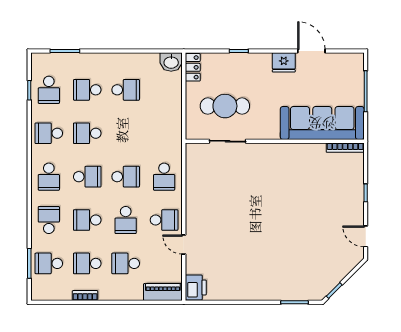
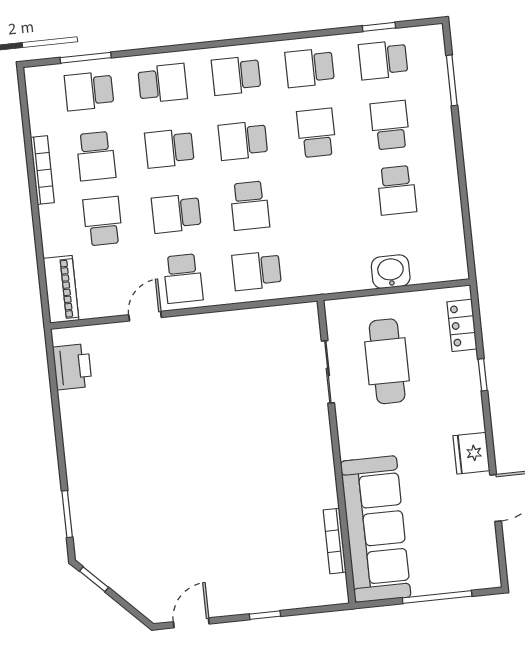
washbasin: (171, 62) -> (391, 272), moved, turned 90
locker: (193, 67) -> (462, 325), moved, turned 90
school desk: (49, 133) -> (310, 68), turned -90
bookcase: (345, 148) -> (335, 541), moved
school desk: (87, 177) -> (243, 141), turned 90
school desk: (87, 220) -> (169, 148), turned -90
school desk: (49, 263) -> (89, 91), turned -90
school desk: (87, 263) -> (96, 156), turned 180
printer: (196, 288) -> (72, 367), moved, turned -90
bookcase: (85, 296) -> (42, 170), width x1.56

